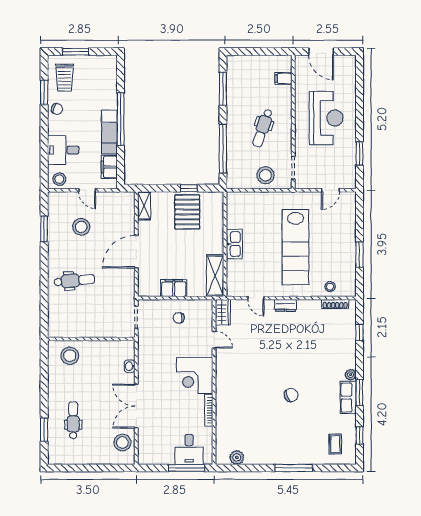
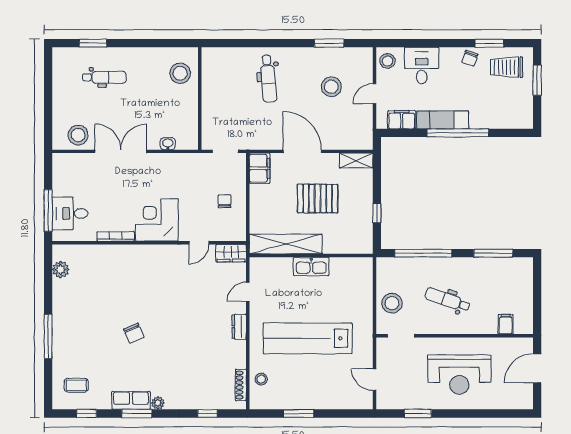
pallet: (187, 212) -> (318, 199), moved
shelving: (215, 276) -> (286, 244), width x1.47
filing cabinet: (174, 288) -> (260, 168), moved

